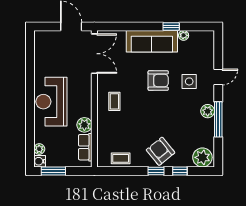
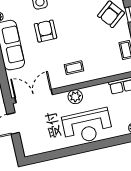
plant: (84, 125) -> (75, 97), moved

